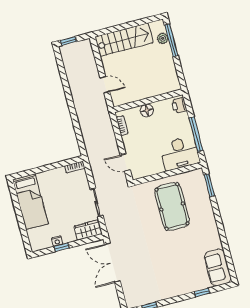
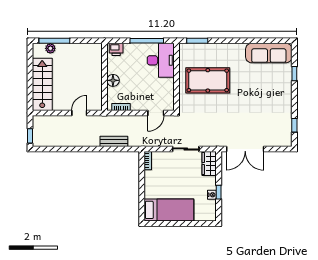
bench: (85, 128) -> (114, 141), added
sofa: (218, 267) -> (269, 53), width x1.36

